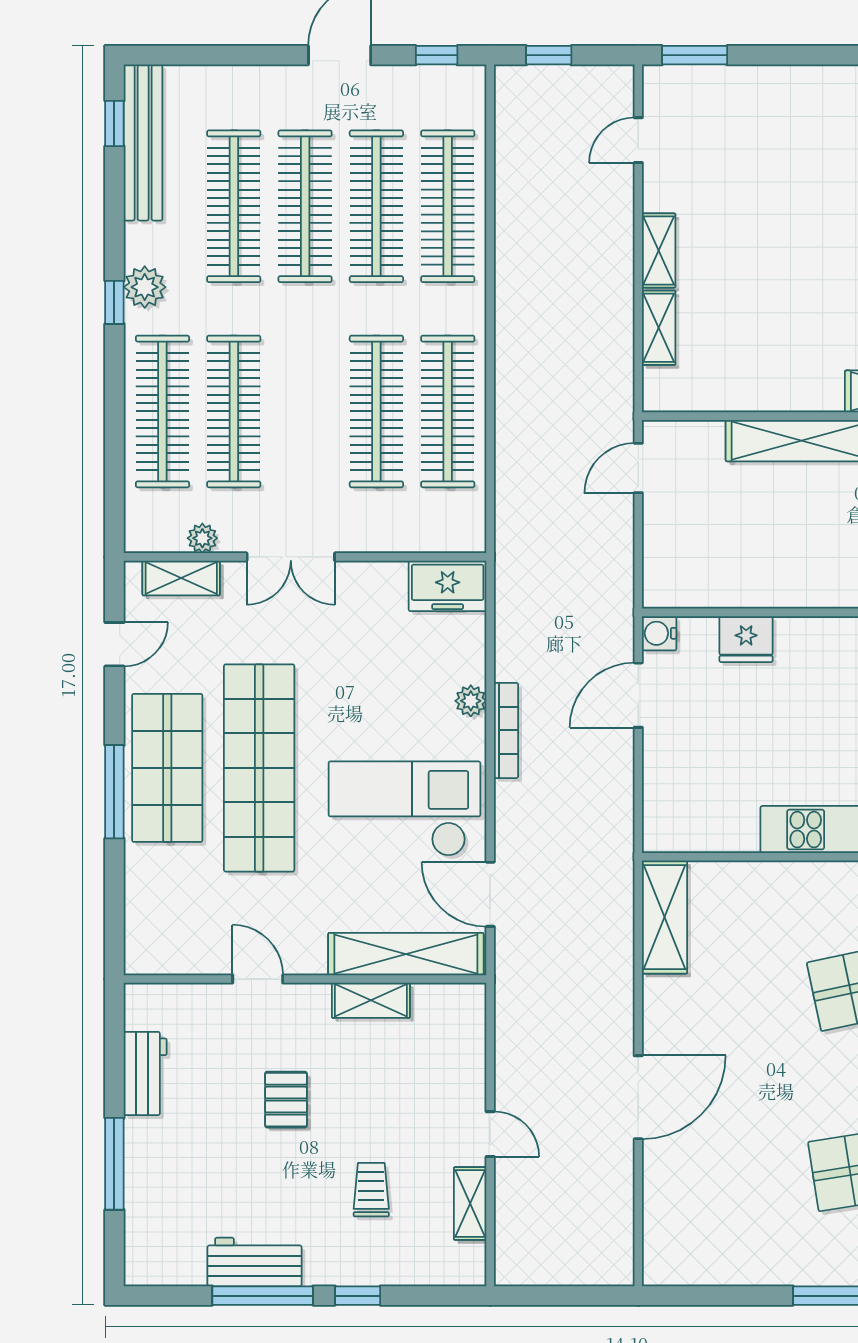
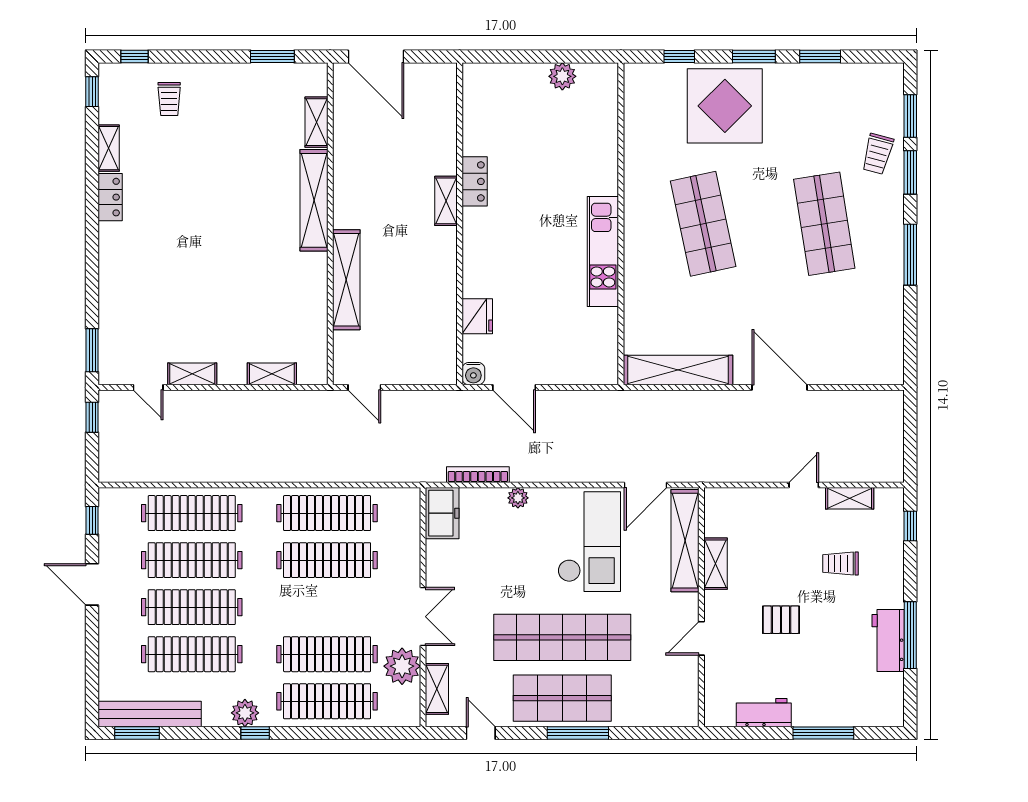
window: (549, 55) -> (92, 417), moved
window: (114, 123) -> (137, 733), width x1.50
shelving: (659, 250) -> (192, 374), moved
plant: (202, 538) -> (402, 666), width x1.87, depth x1.87
bookcase: (506, 730) -> (478, 475), moved
checkout: (404, 809) -> (589, 542), turned 180
shelving: (665, 917) -> (678, 370), width x1.47
window: (358, 1296) -> (910, 526), moved

